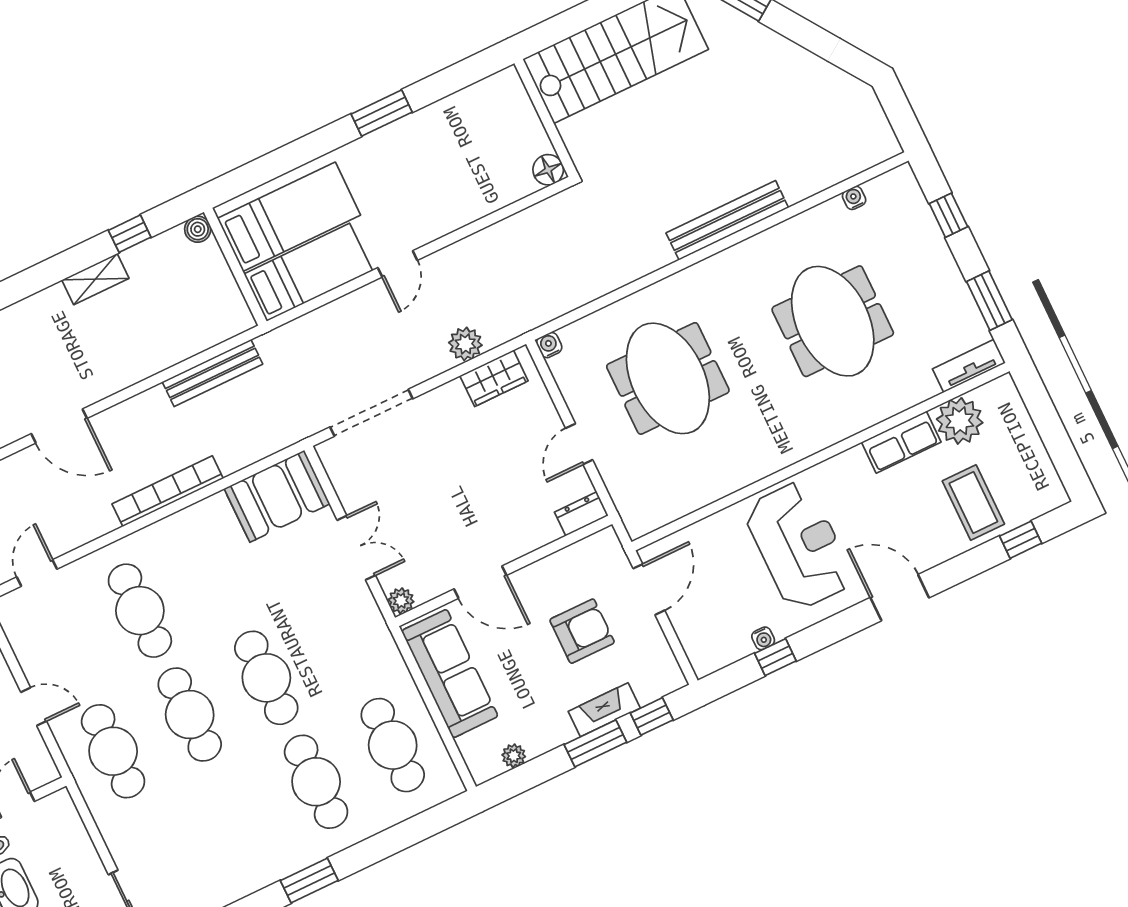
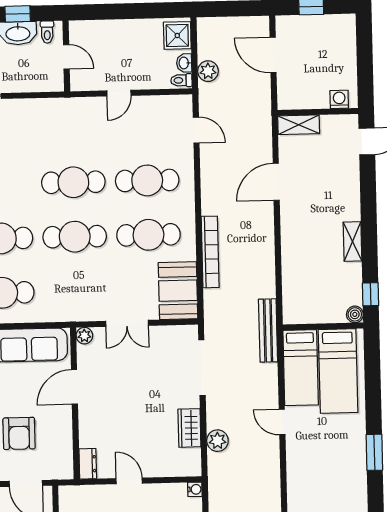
window: (130, 234) -> (371, 294), moved
bench: (212, 373) -> (268, 330), moved
wardrobe: (494, 378) -> (189, 428), moved
bookcase: (168, 491) -> (210, 252), moved
cafe table: (113, 751) -> (148, 235), moved

